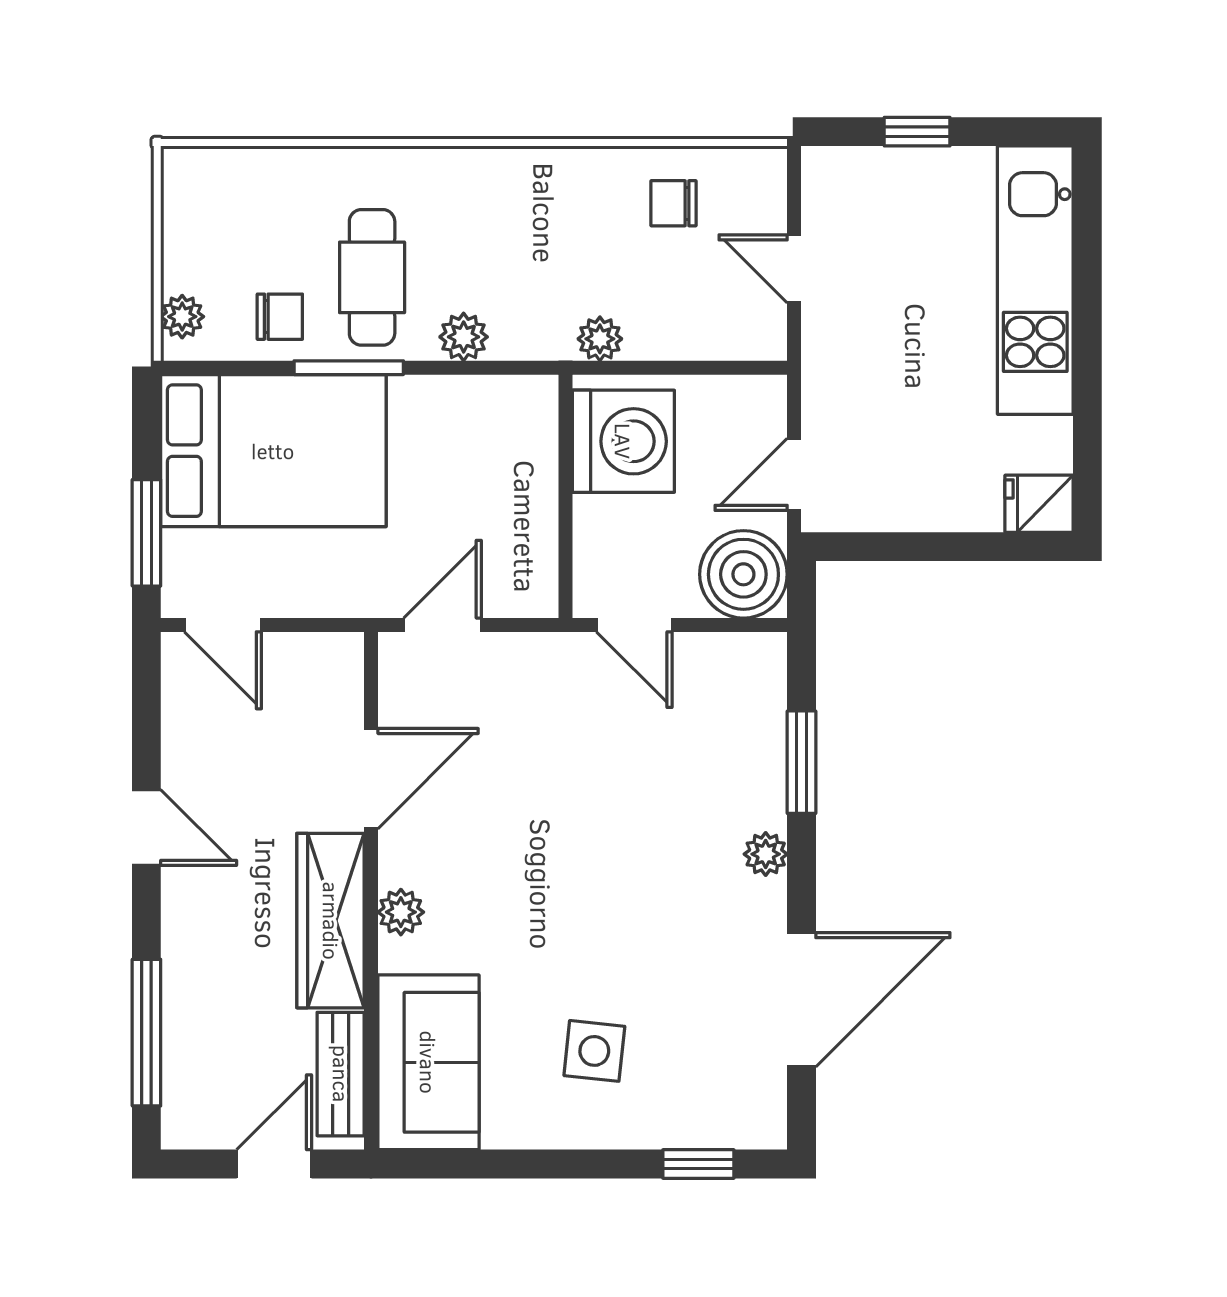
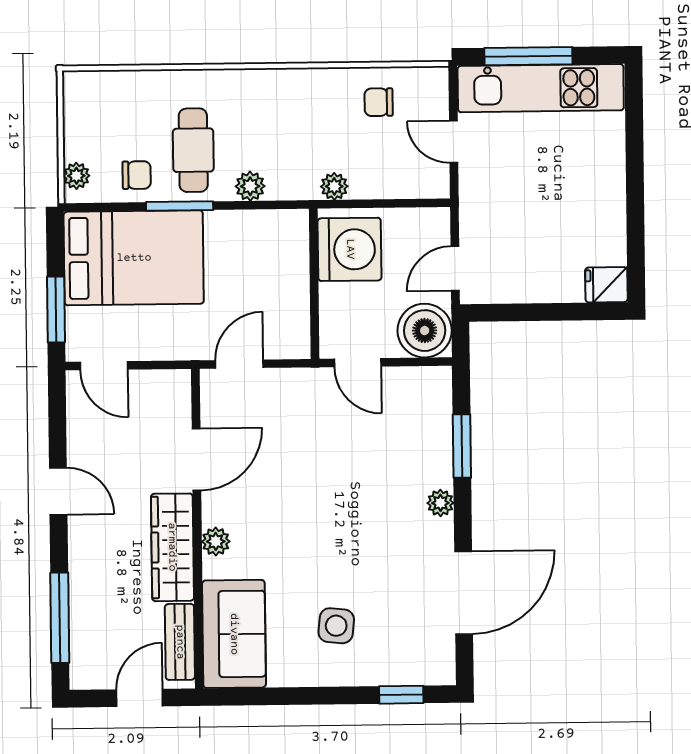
window: (917, 132) -> (528, 56), width x2.17
kitchen unit: (1035, 280) -> (541, 88), moved, turned -90

